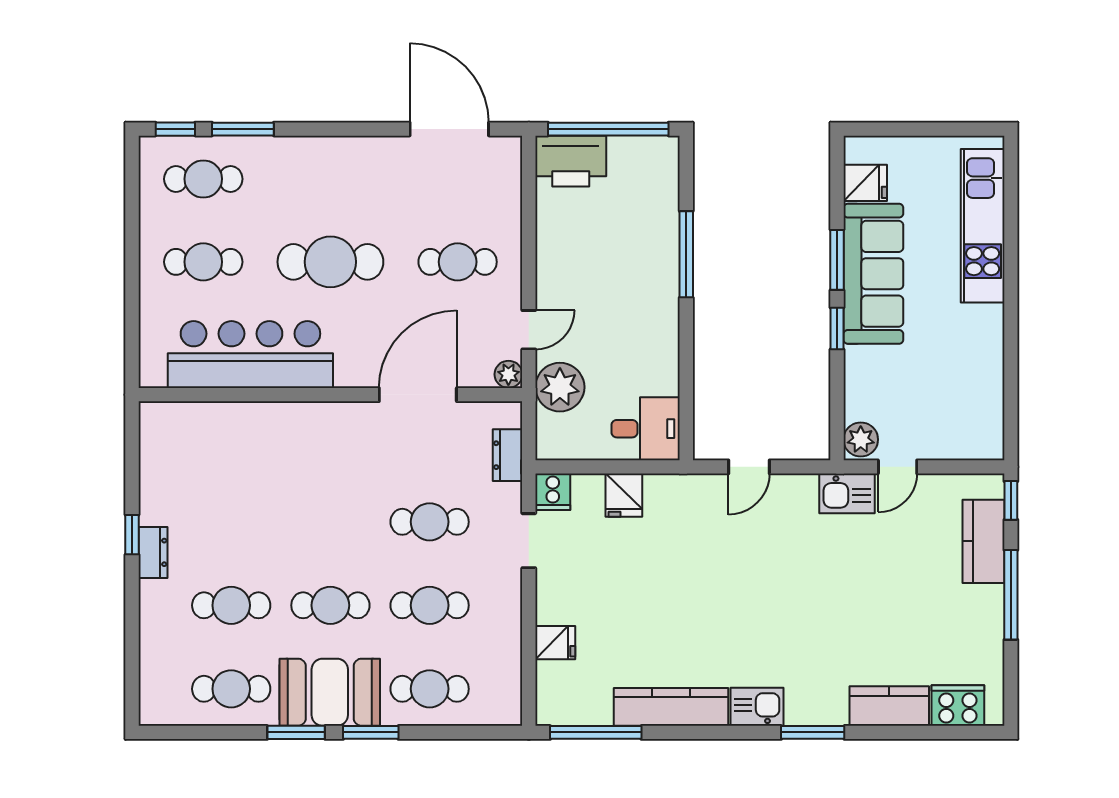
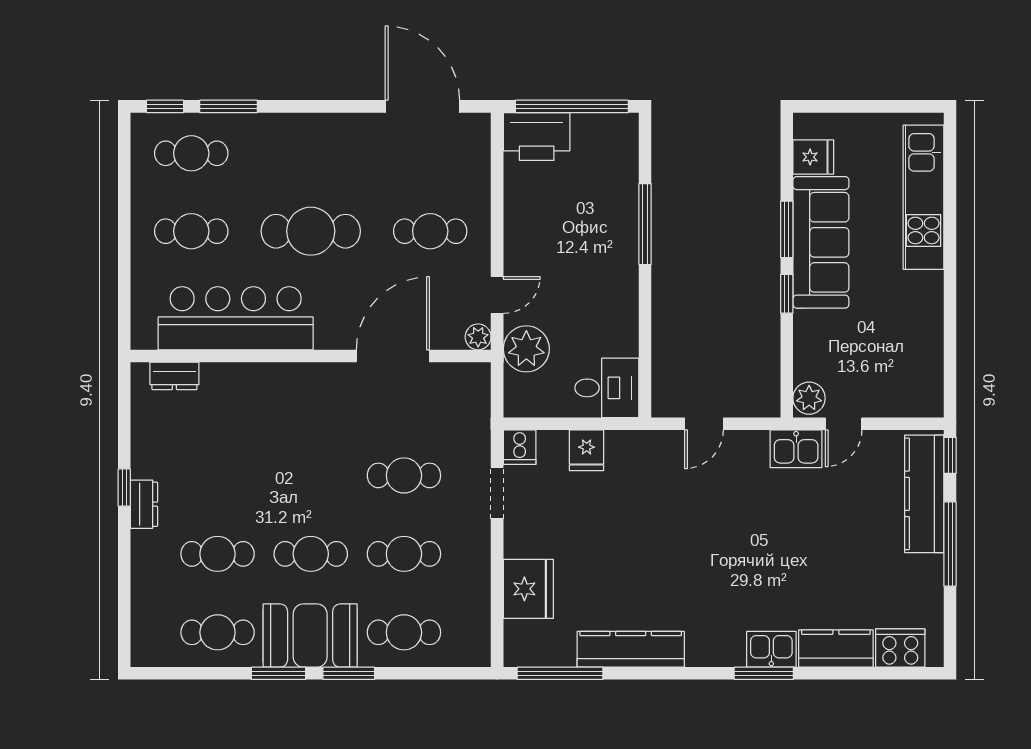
dresser: (508, 455) -> (174, 376), moved, turned -90
kitchen counter: (983, 541) -> (924, 494), width x1.50
fridge: (555, 643) -> (528, 589), width x1.88, depth x1.34
kitchen sink: (757, 707) -> (771, 649), moved

